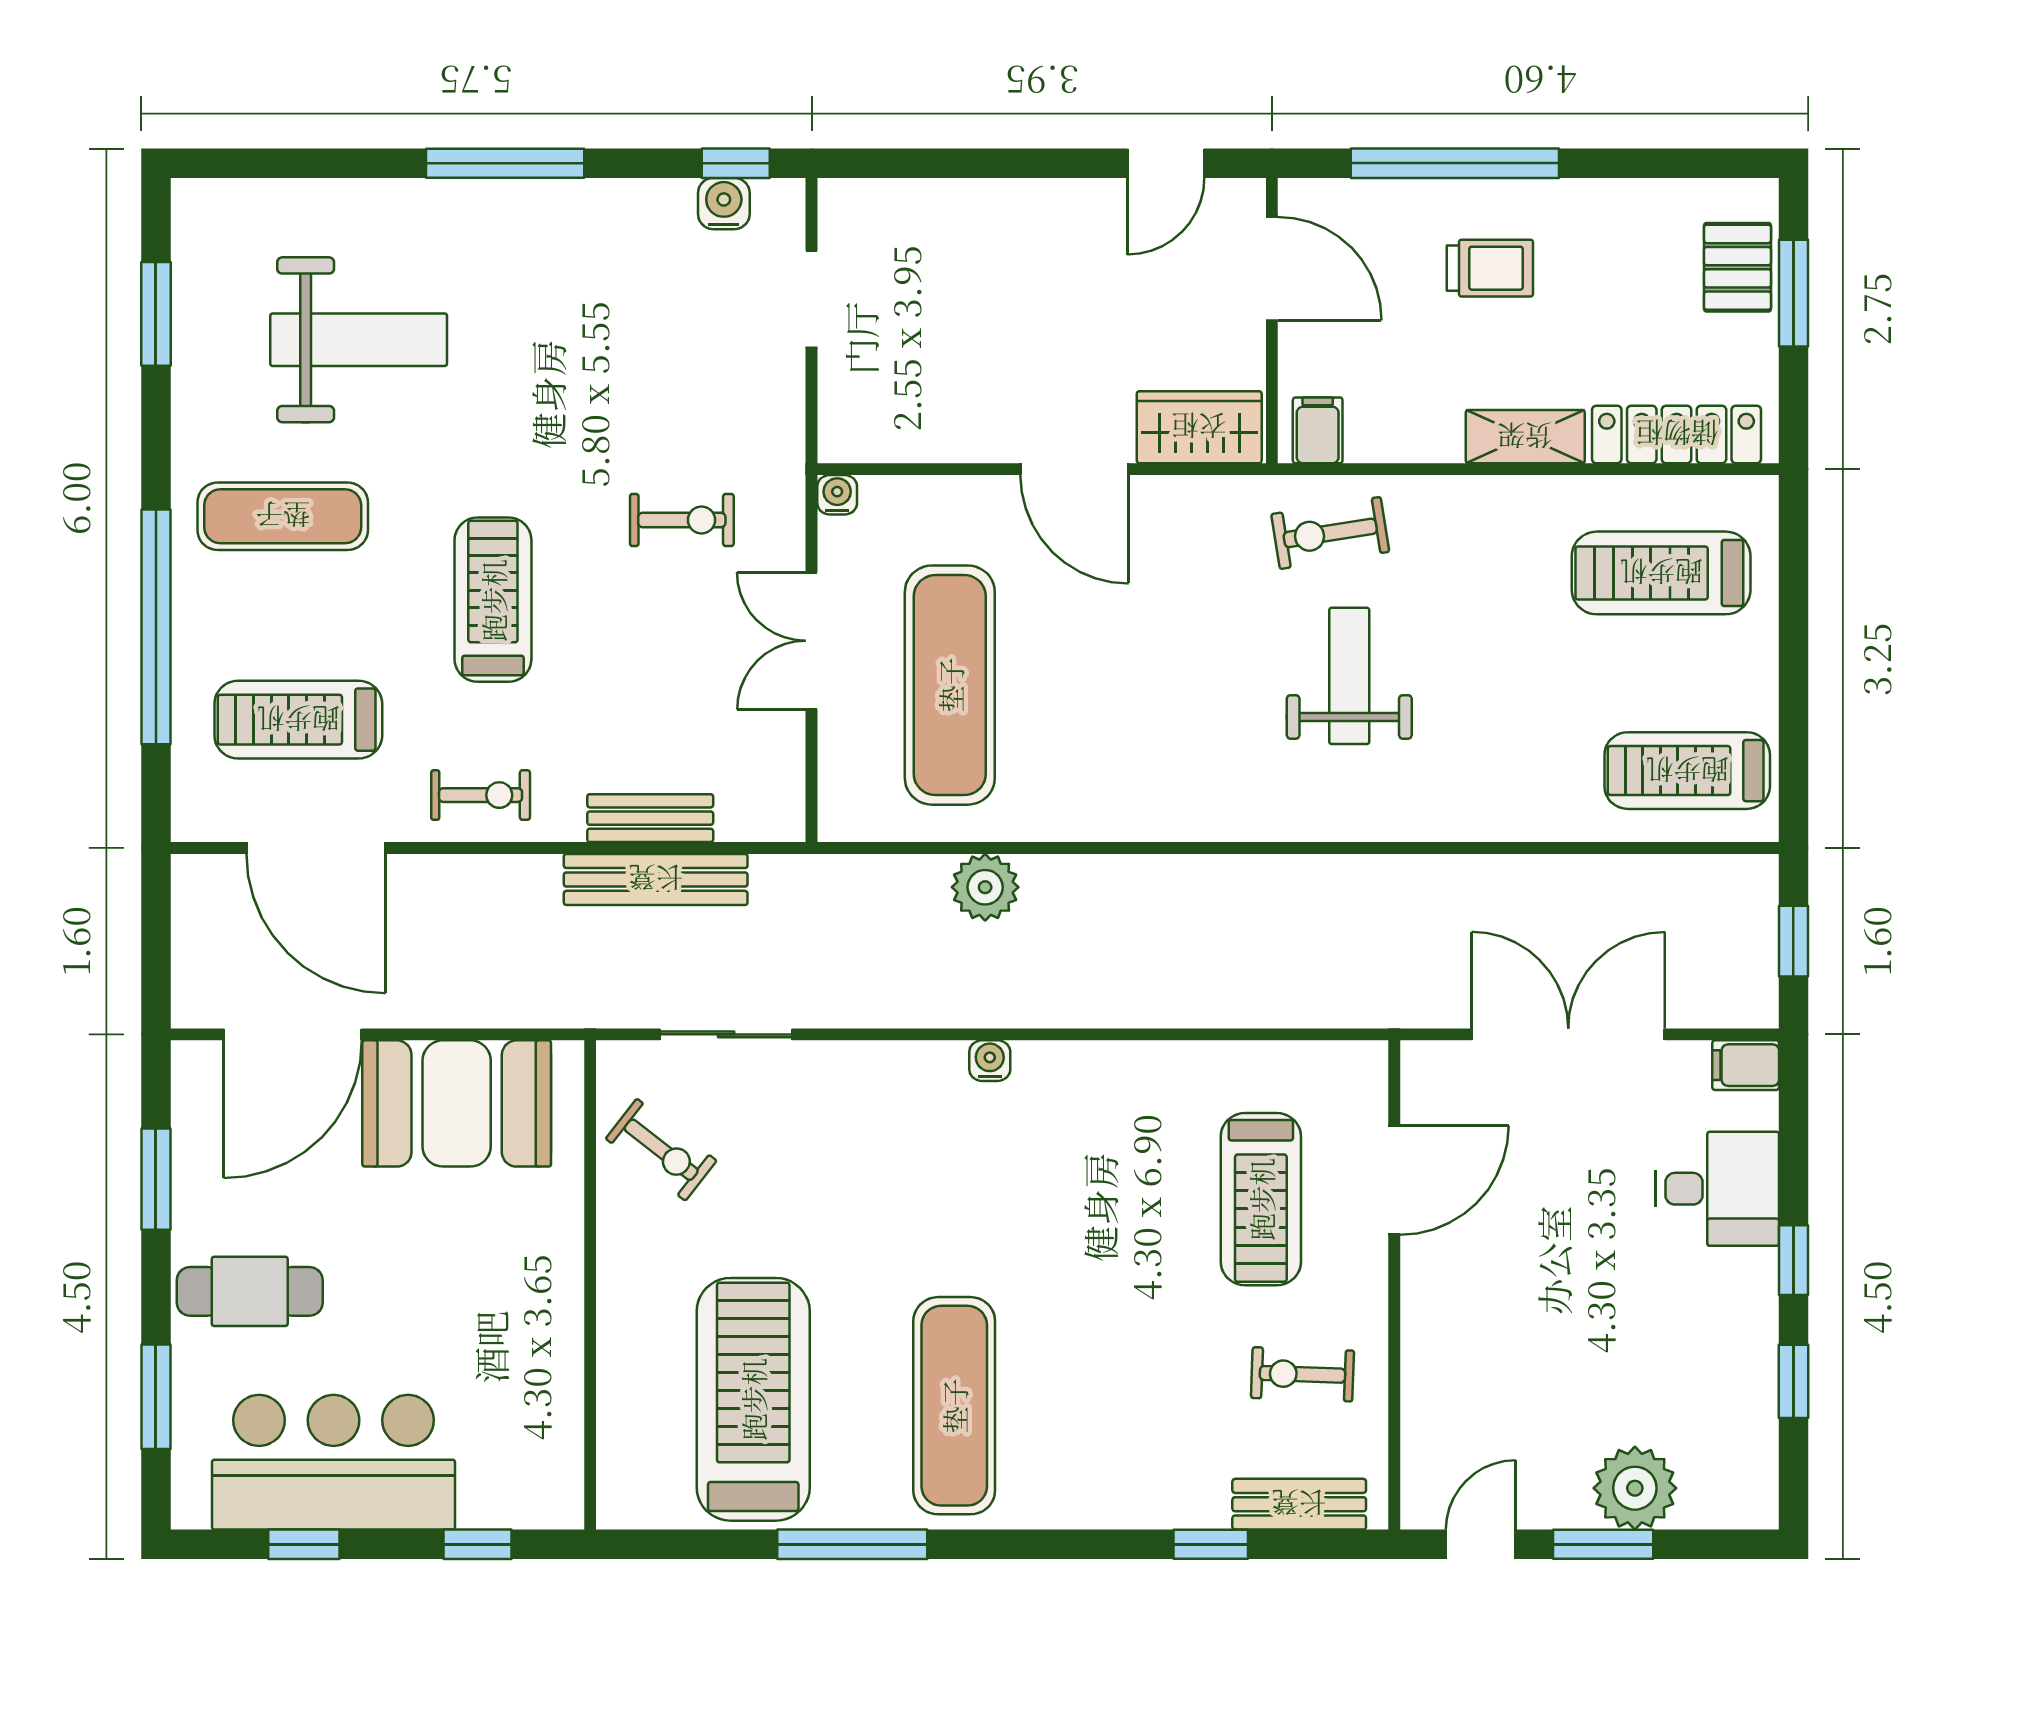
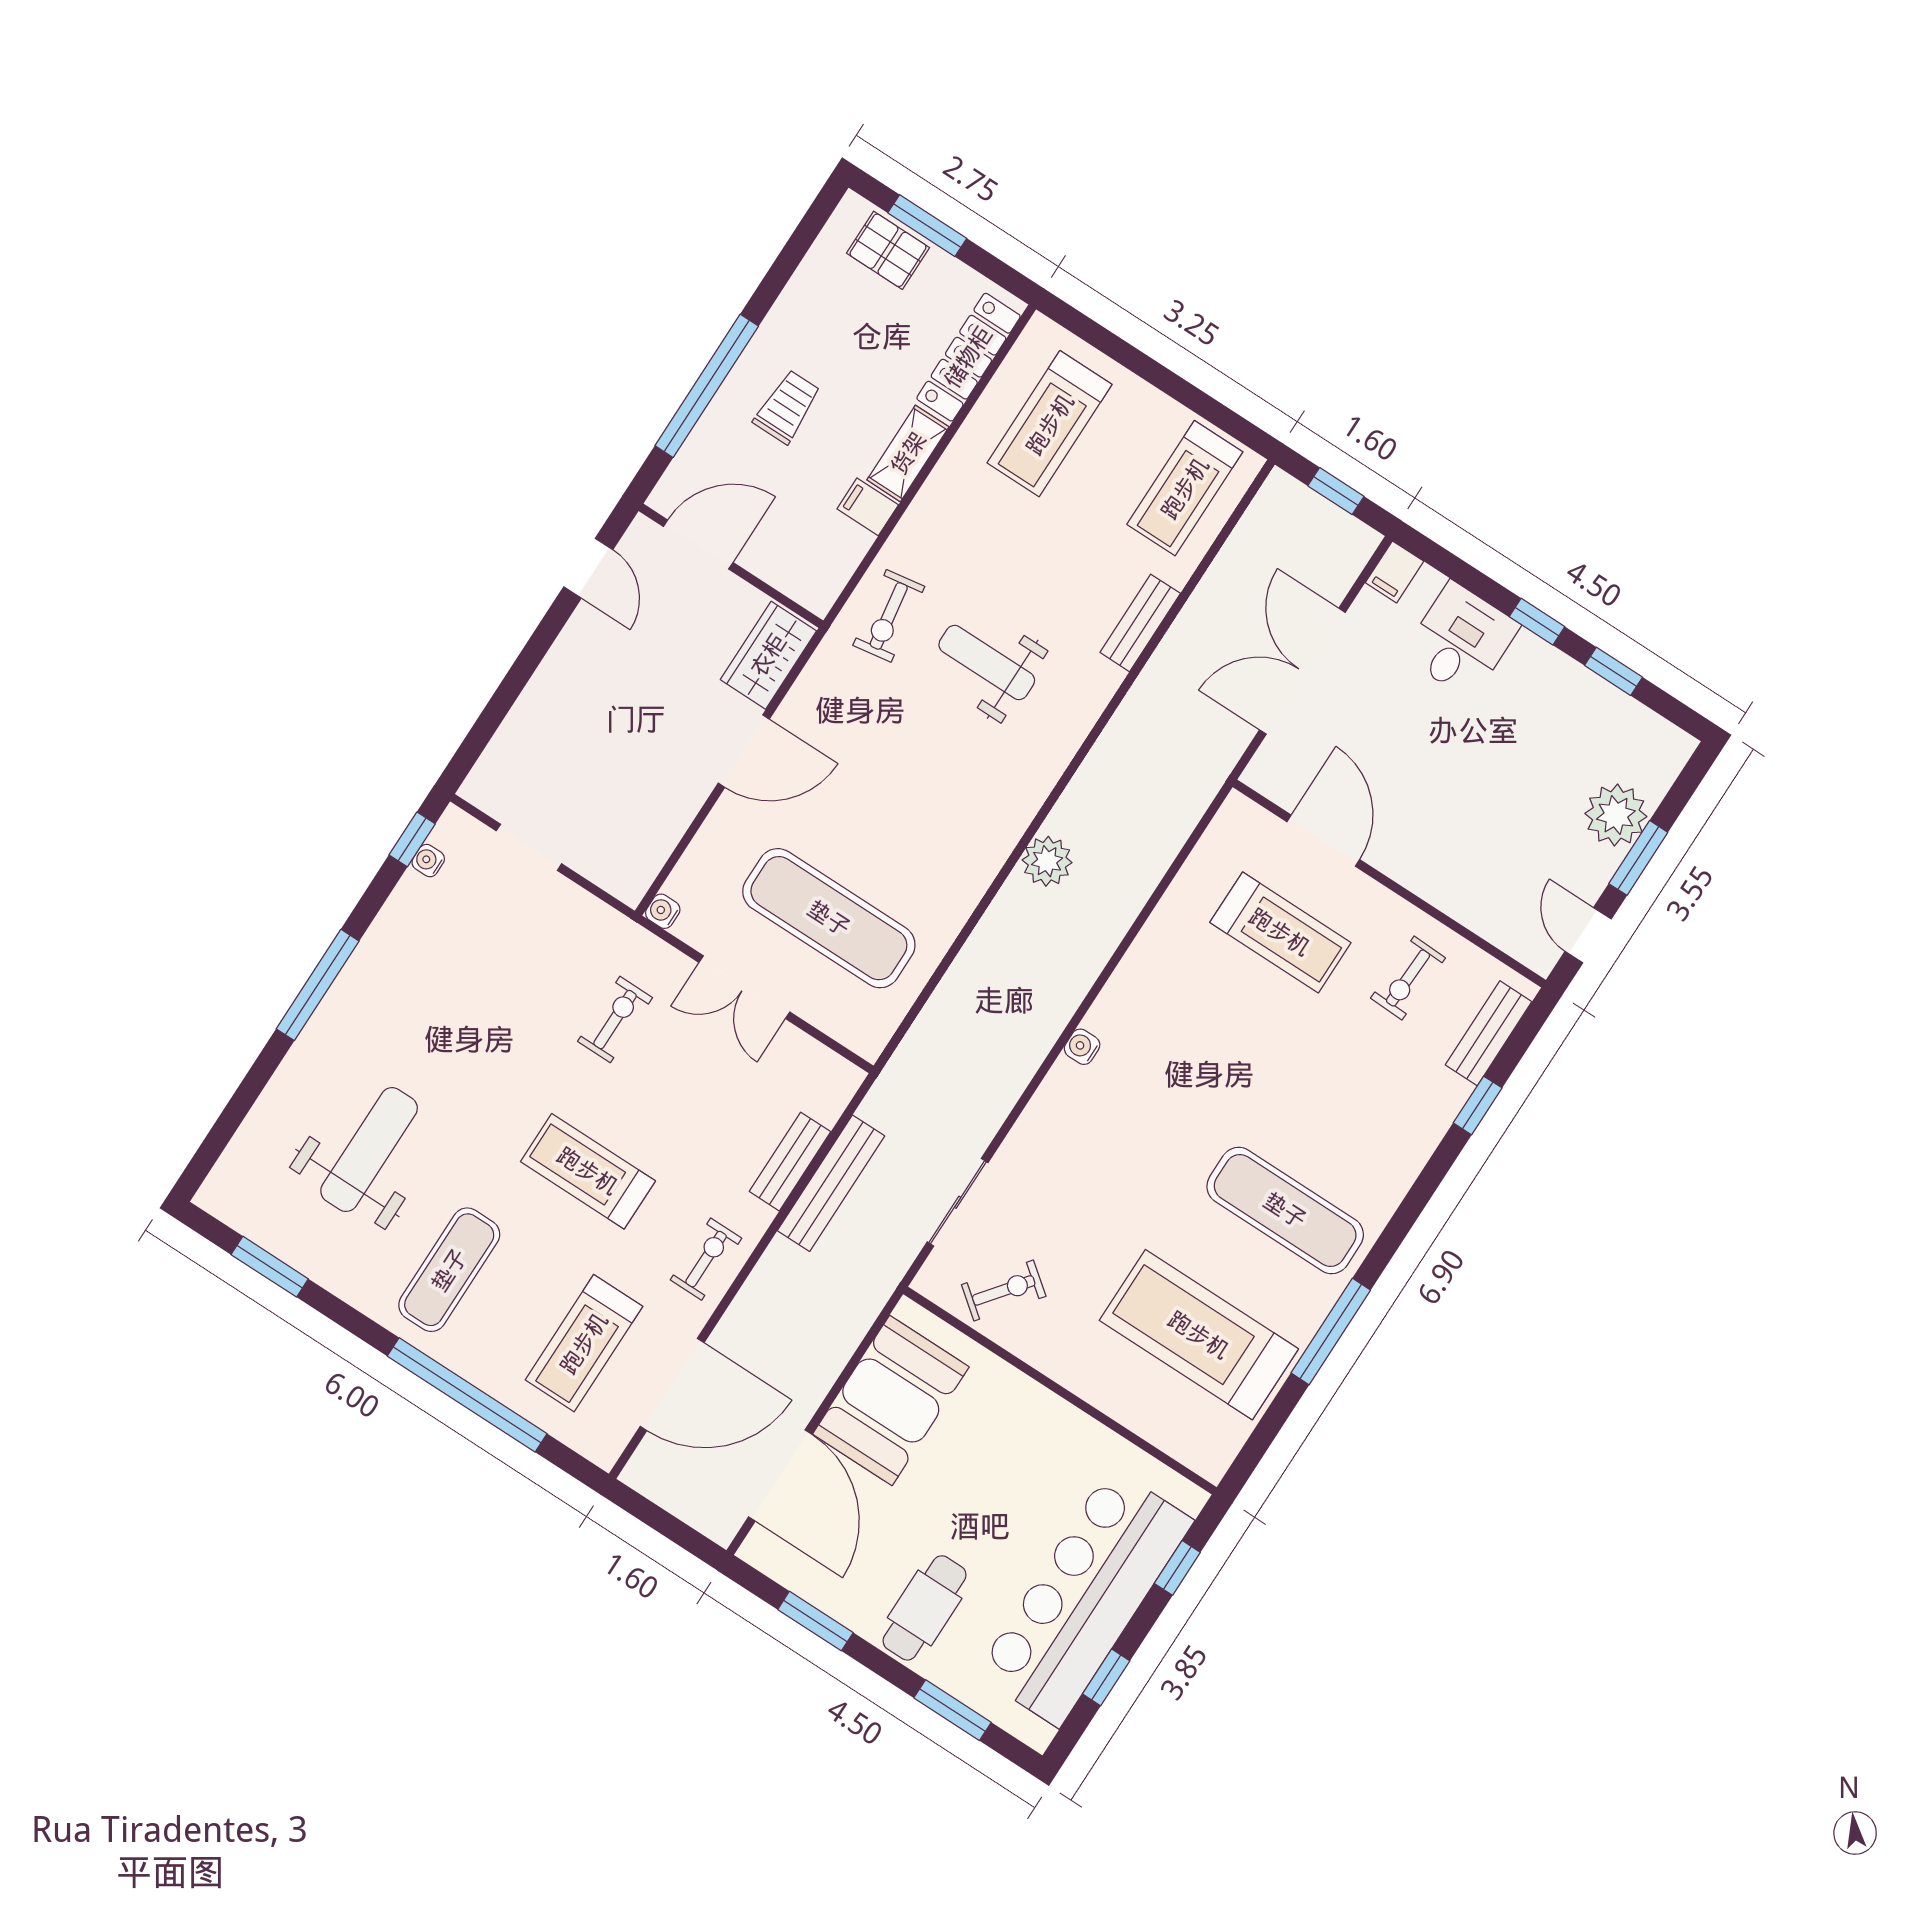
water cooler: (724, 204) -> (428, 861), width x0.72, depth x0.72
filing cabinet: (1318, 430) -> (868, 507), moved
bench: (1505, 818) -> (1140, 623), added
plant: (985, 887) -> (1047, 861), moved
bar counter: (334, 1462) -> (1085, 1597), width x1.36

